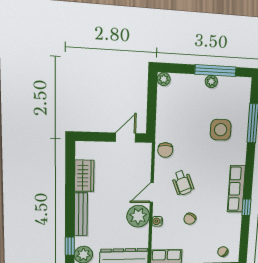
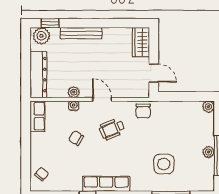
chair: (165, 150) -> (143, 111), turned -90
wardrobe: (84, 176) -> (141, 42), moved, turned 90
plant: (138, 216) -> (74, 92), width x0.53, depth x0.53

